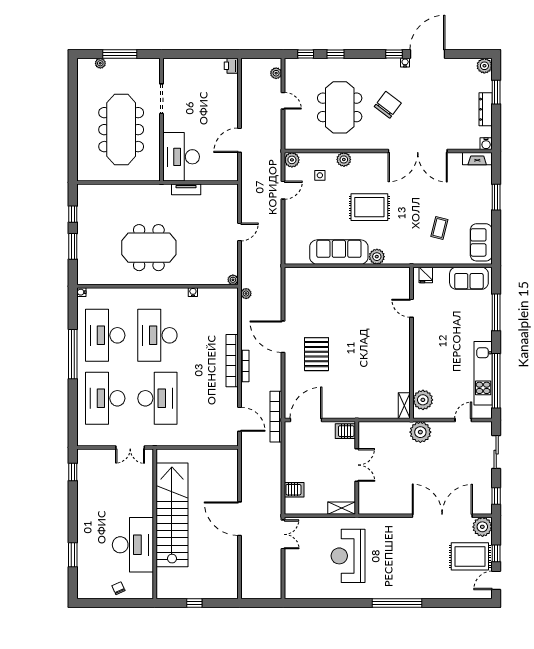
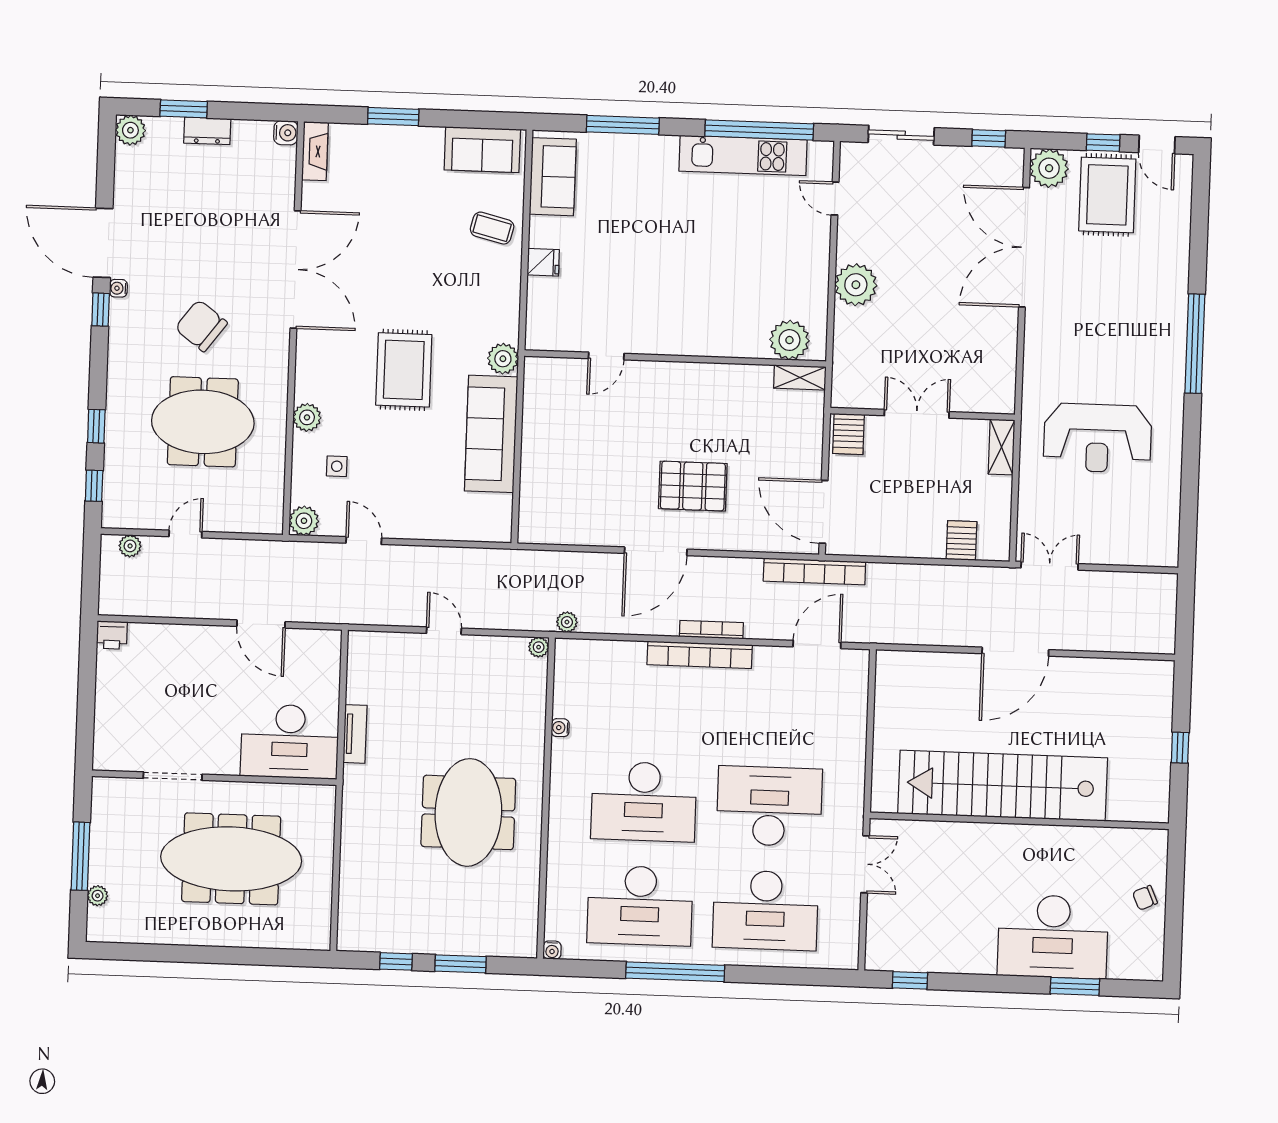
dresser: (486, 109) -> (207, 131), width x0.70
coffee table: (439, 228) -> (492, 228), moved
door: (411, 308) -> (606, 356), moved
wall: (411, 343) -> (675, 359), moved
plant: (423, 400) -> (789, 340), moved
shelving: (404, 406) -> (800, 377), moved
desk: (133, 545) -> (1053, 937), moved, turned 180

